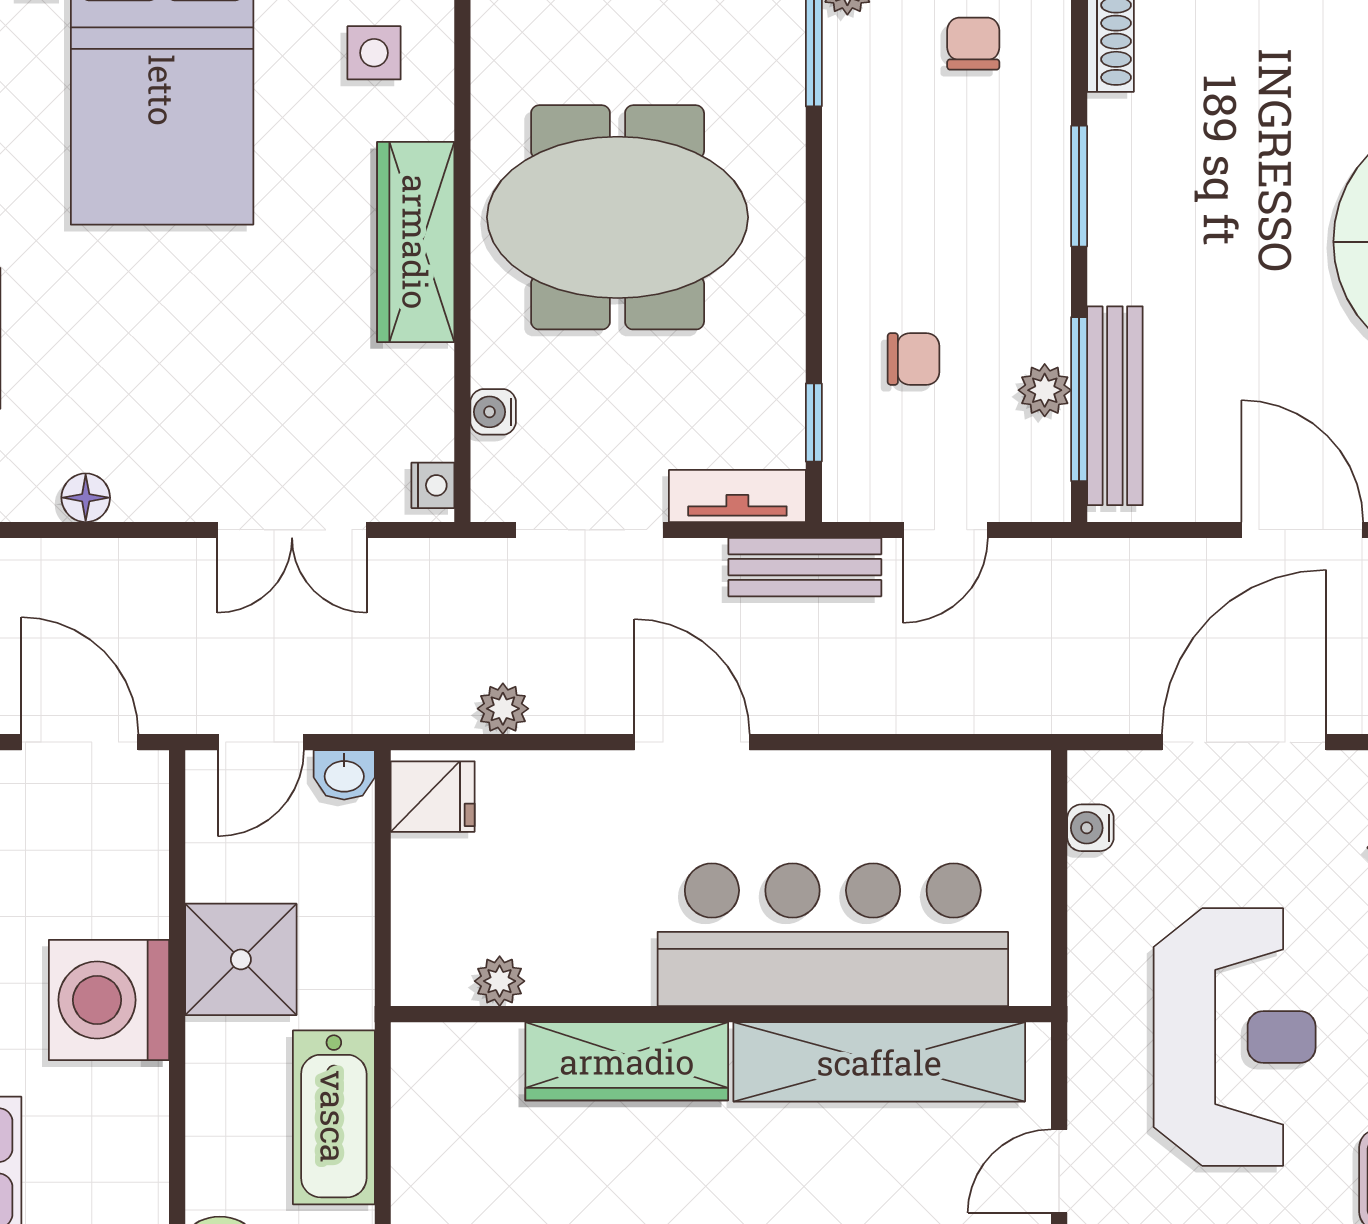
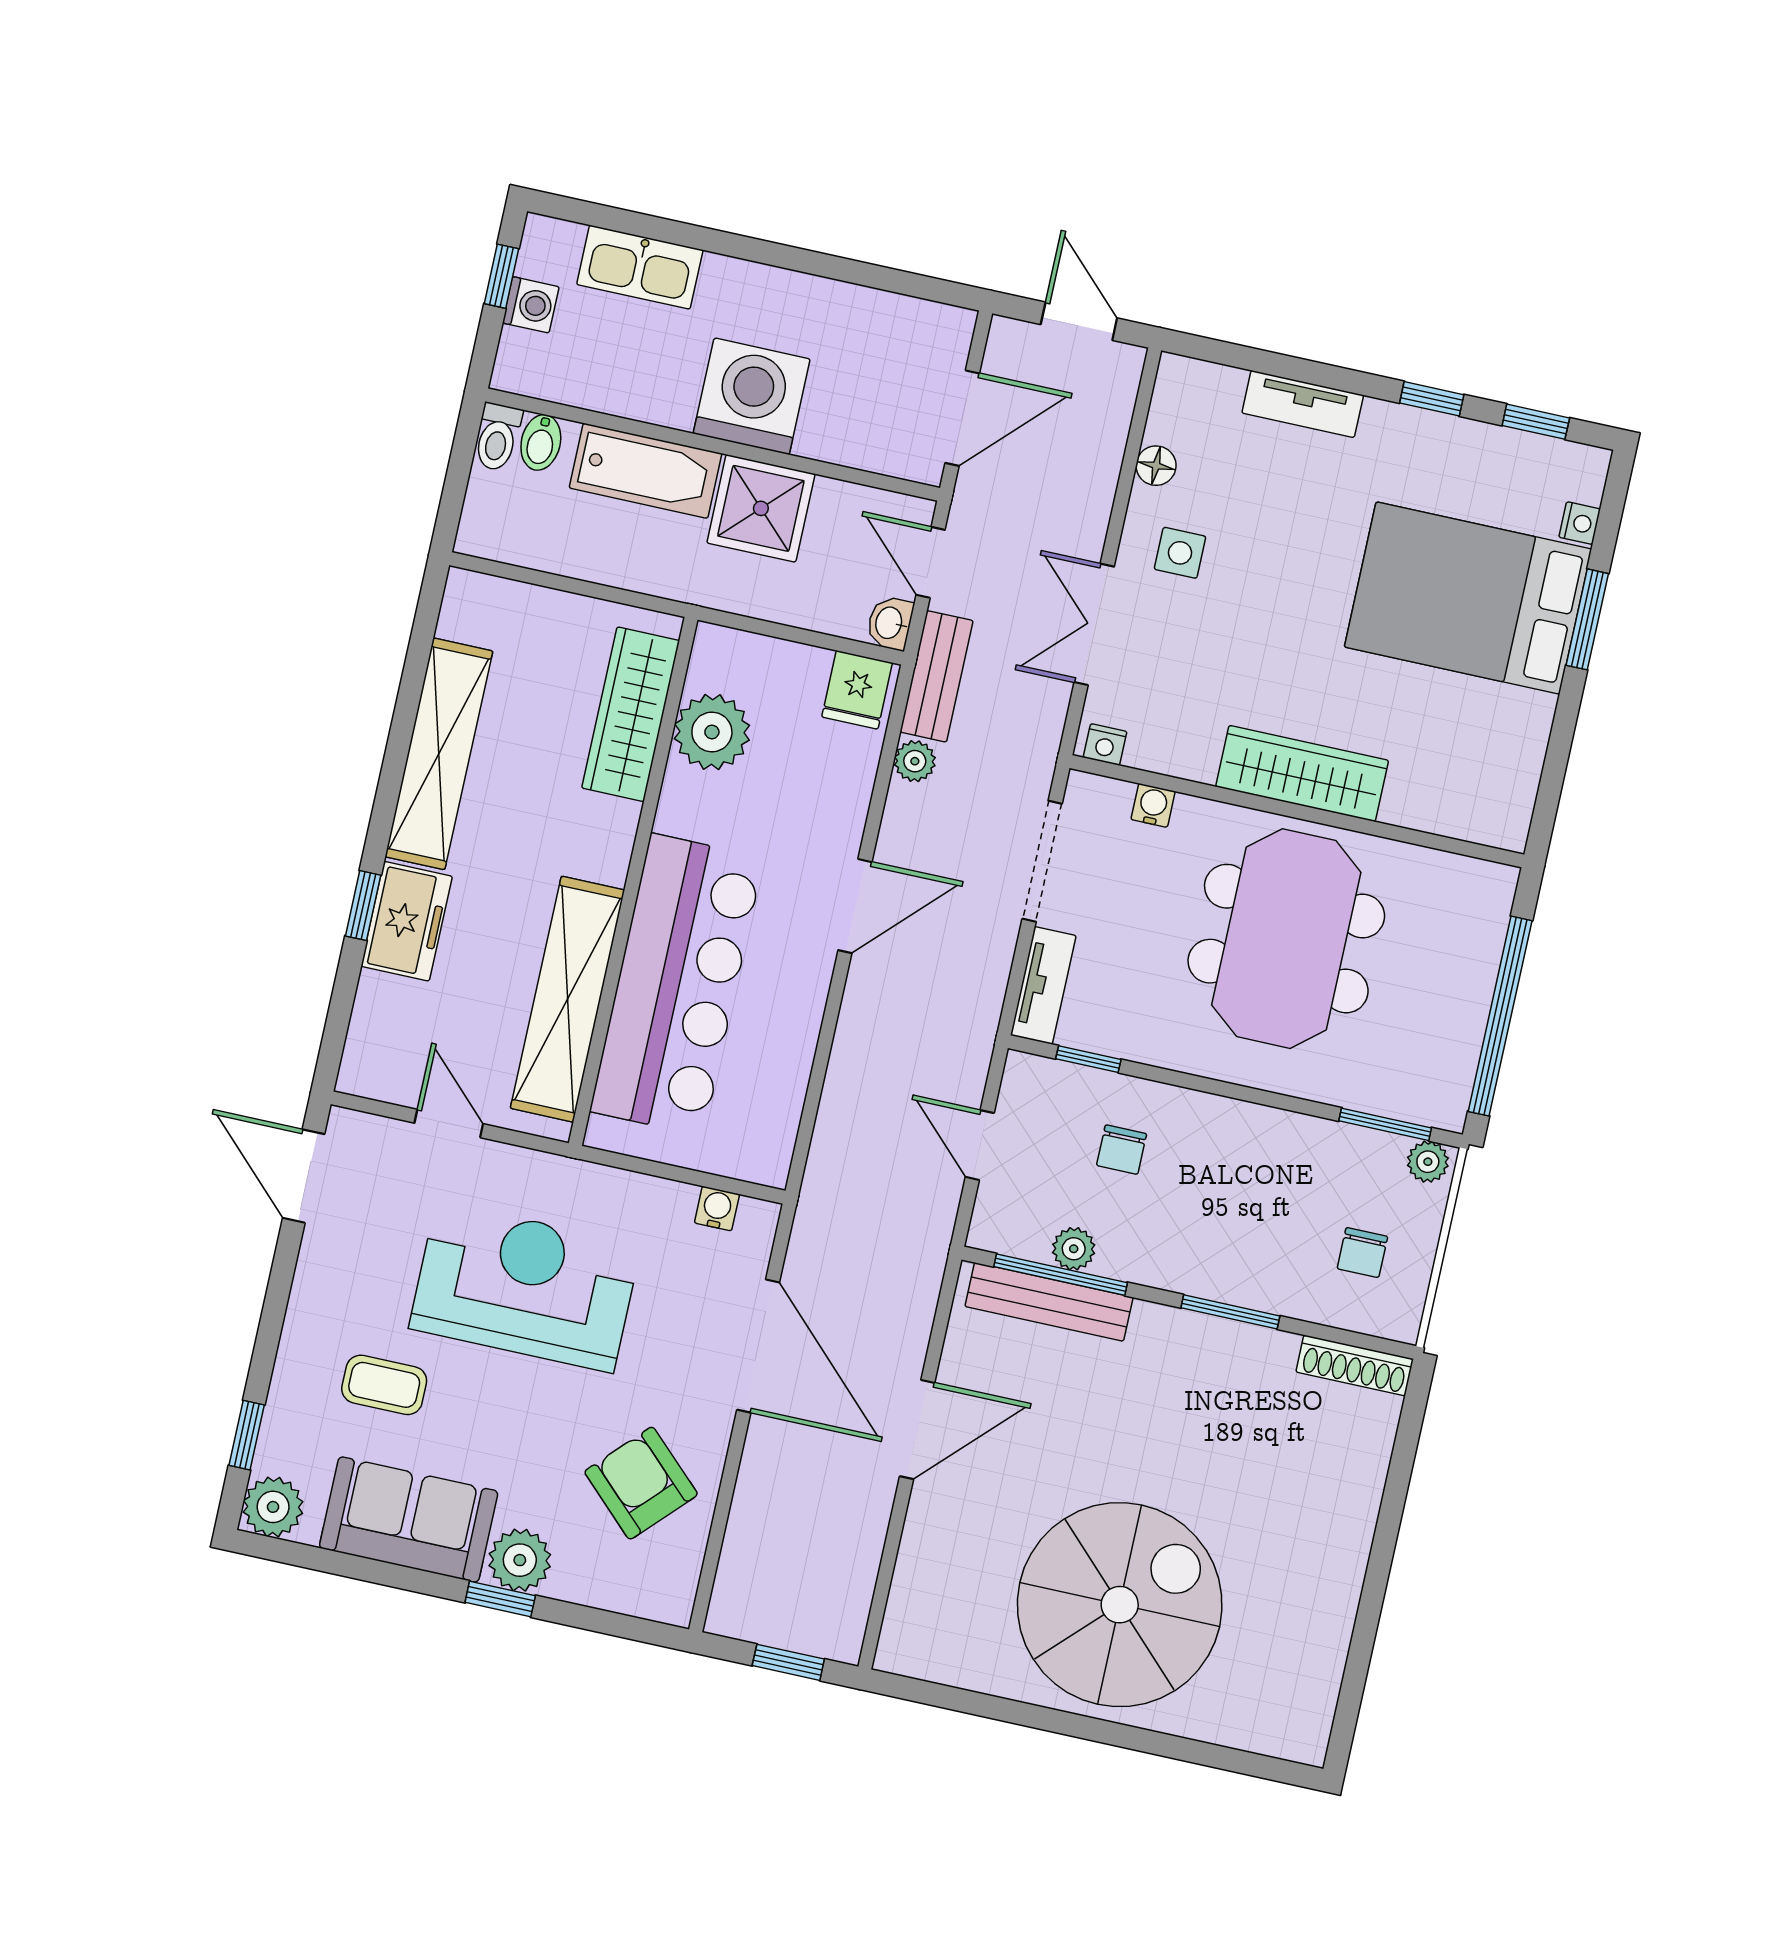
chair: (973, 44) -> (1362, 1253), turned 90
side table: (374, 53) -> (1180, 553), moved
bench: (805, 567) -> (937, 676), moved
plant: (500, 981) -> (712, 732), width x1.88, depth x1.88
reception desk: (1235, 1037) -> (525, 1287), turned 180
wardrobe: (627, 1061) -> (631, 714), moved
bathtub: (334, 1117) -> (646, 471), moved, turned 180

